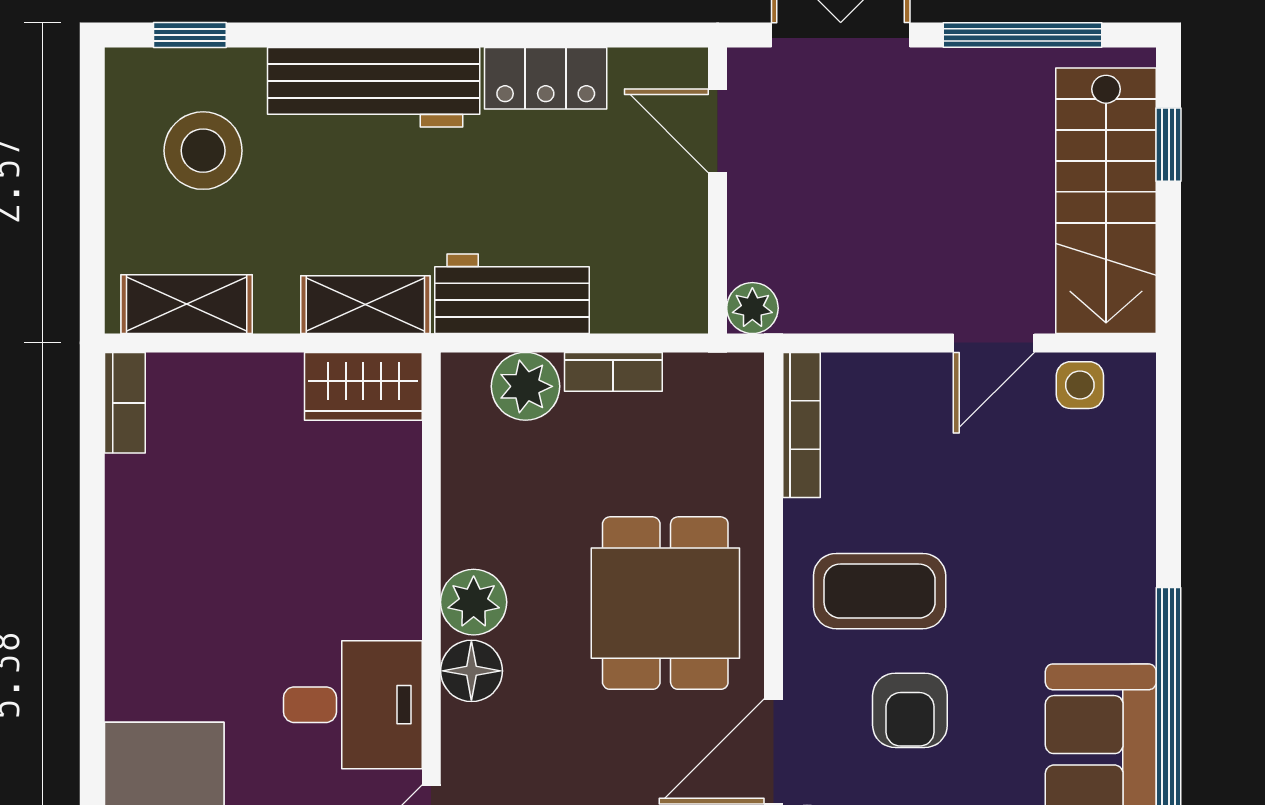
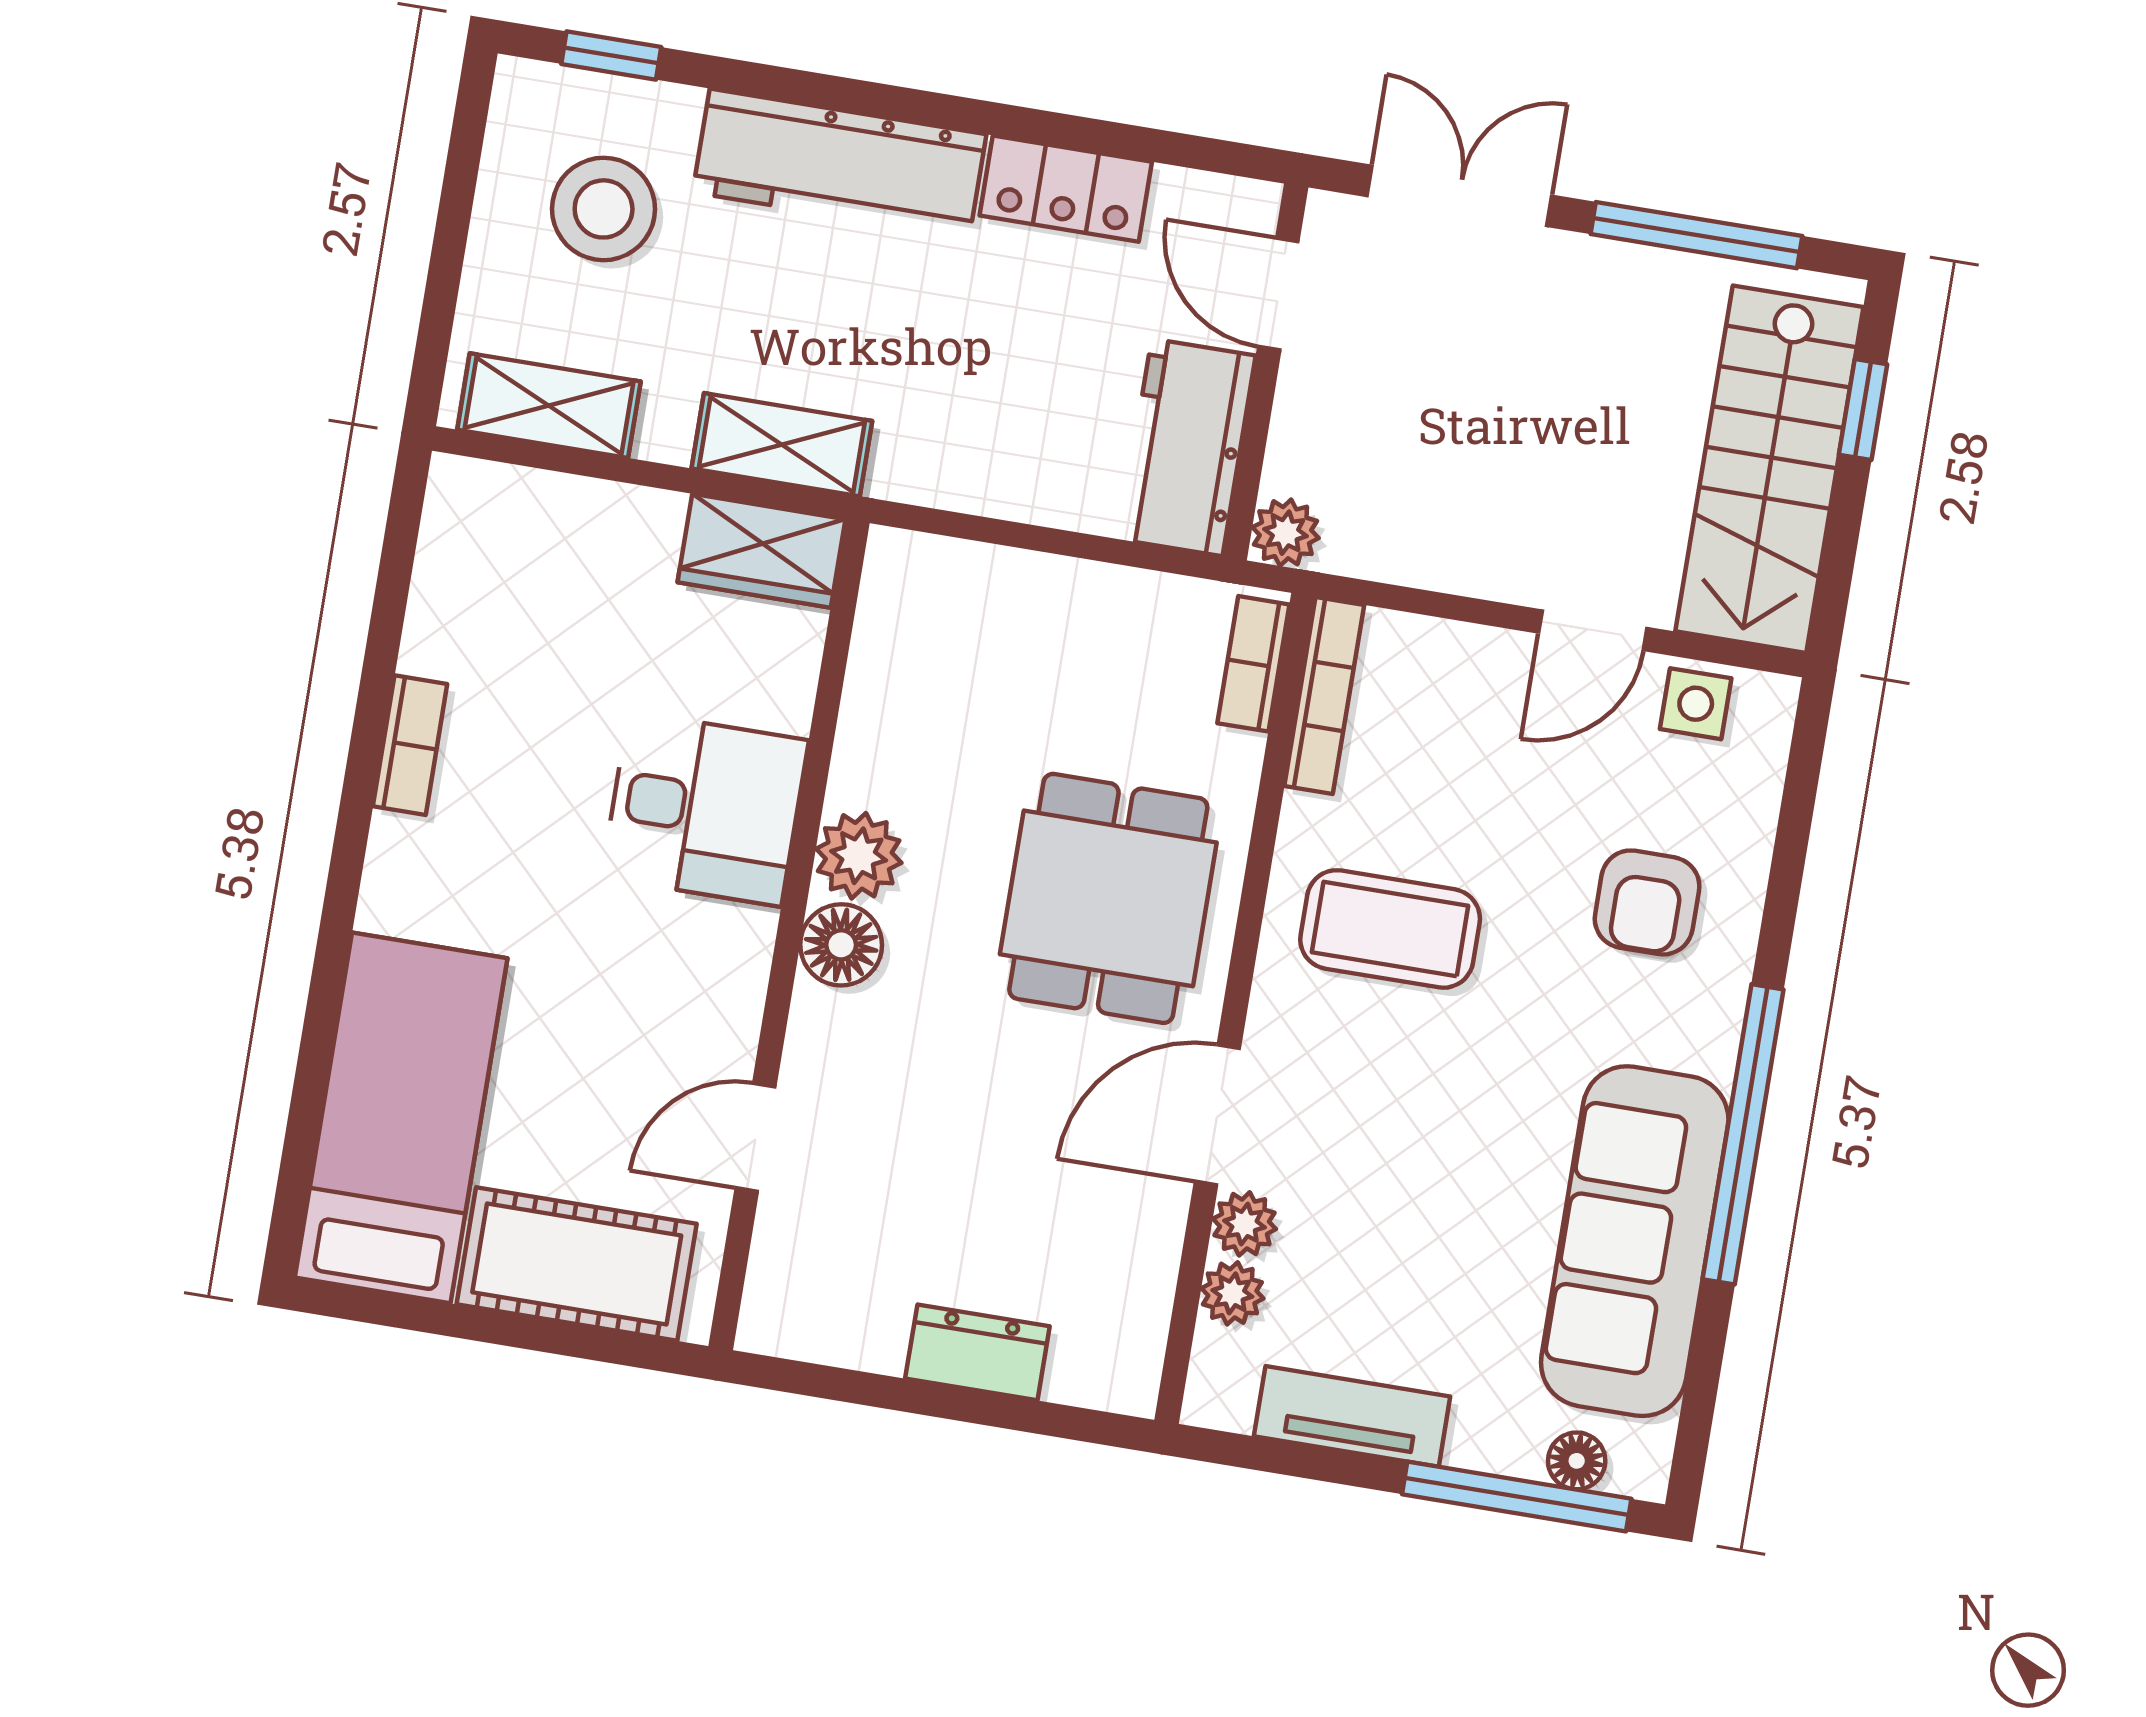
workbench: (512, 294) -> (1187, 447), moved, turned -90
bookcase: (613, 372) -> (1253, 664), moved, turned 90
plant: (525, 386) -> (973, 586), removed
bookcase: (125, 403) -> (410, 745), moved
desk: (353, 705) -> (705, 809), moved
armchair: (910, 710) -> (1647, 902), moved

